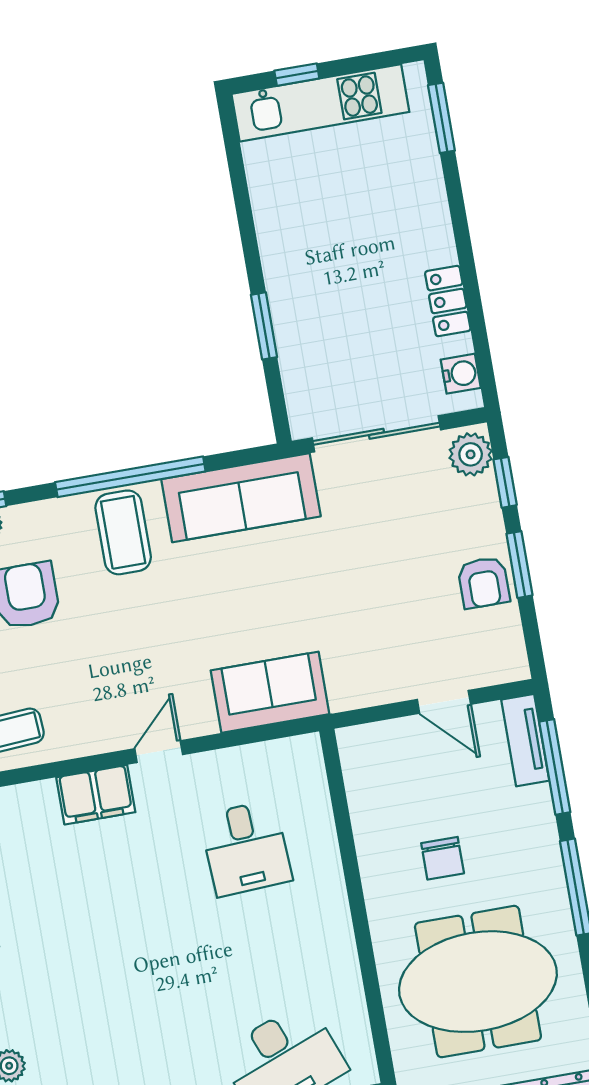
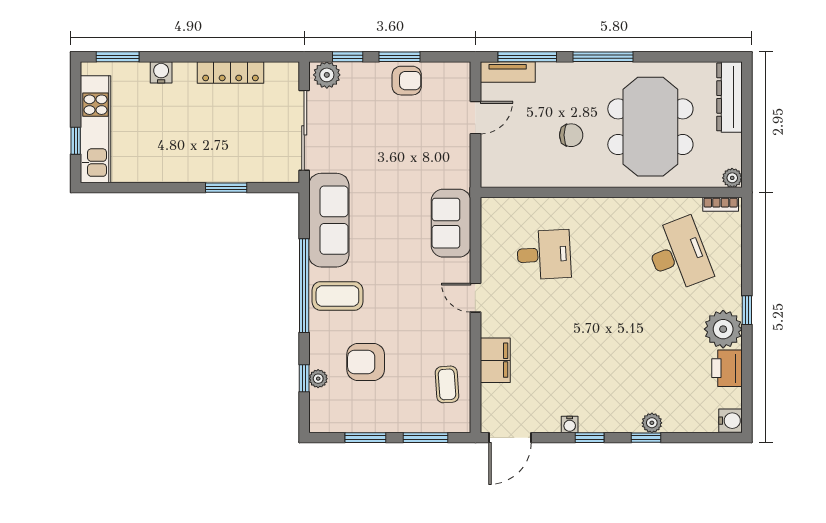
locker: (448, 301) -> (230, 72), width x1.53
water cooler: (461, 374) -> (161, 72), moved
filing cabinet: (96, 795) -> (495, 360), moved

